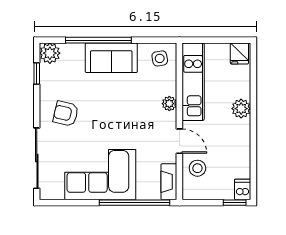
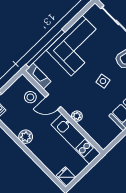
side table: (160, 58) -> (103, 81), moved
plant: (241, 109) -> (26, 137), moved

